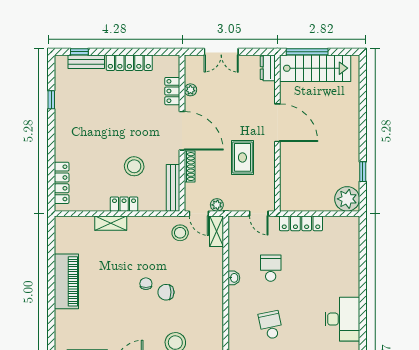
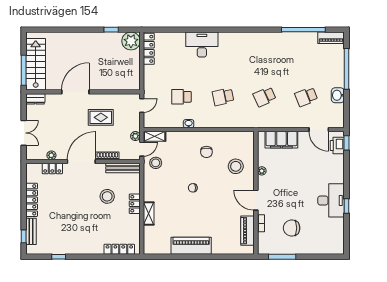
locker: (301, 223) -> (149, 49), moved
chair: (166, 292) -> (206, 152), moved
desk: (342, 319) -> (202, 45), moved

